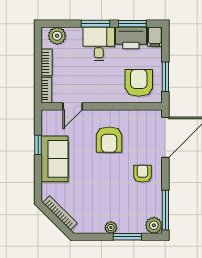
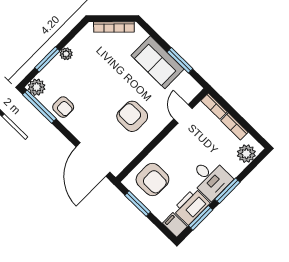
window: (38, 145) -> (180, 60), width x1.50
armchair: (142, 174) -> (63, 107), moved

